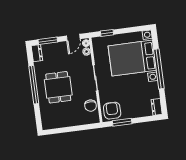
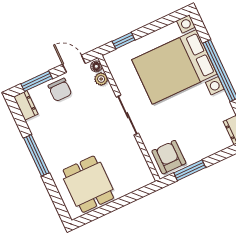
door: (73, 37) -> (74, 64), swing flipped
window: (34, 85) -> (36, 155), width x0.68
dining table: (58, 87) -> (88, 184), moved
chair: (91, 106) -> (60, 90), moved

